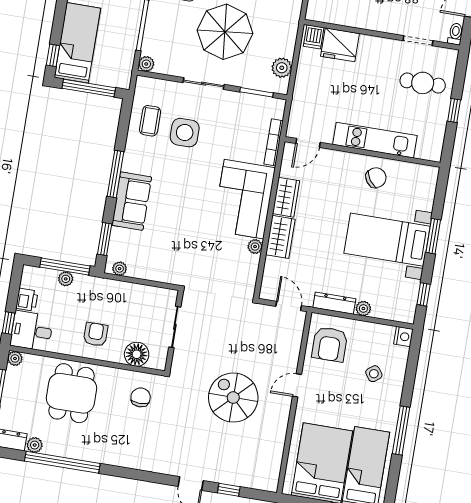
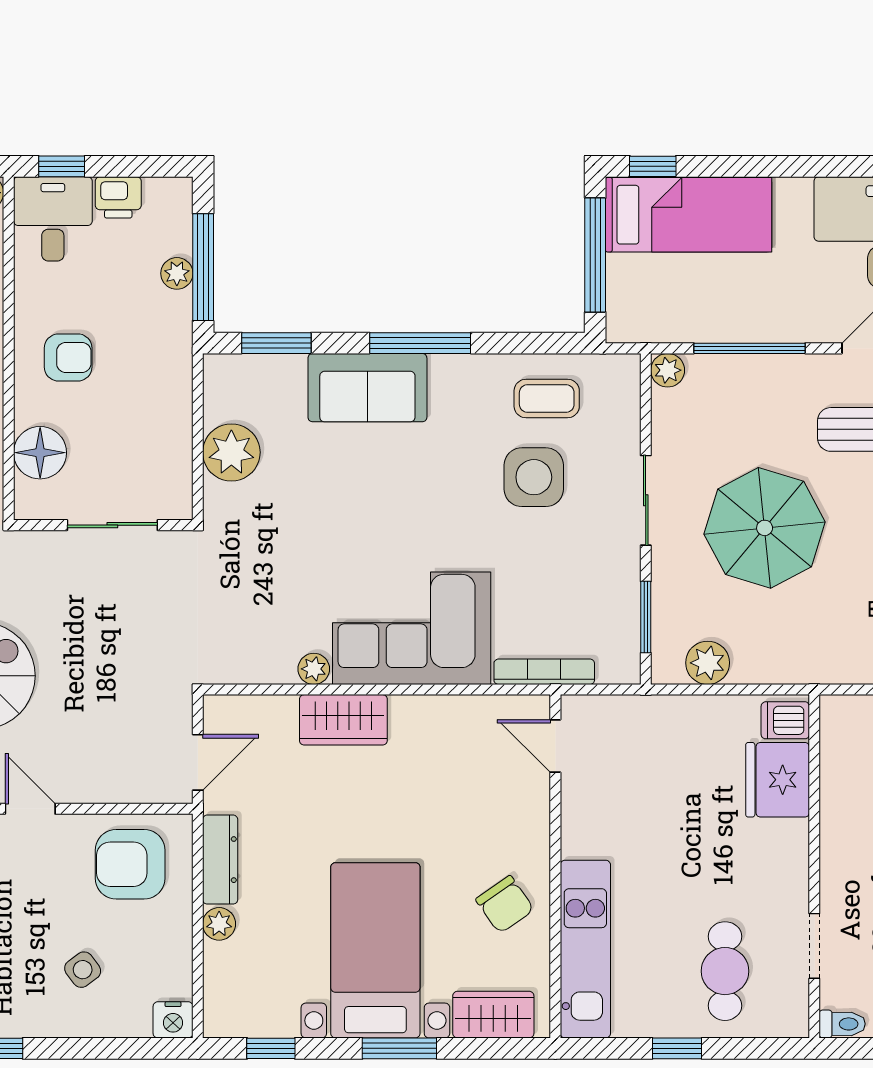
kitchen unit: (375, 140) -> (585, 949), moved
wardrobe: (286, 197) -> (493, 1015), moved, turned 180
plant: (120, 269) -> (231, 452), moved, width x1.87, depth x1.87

